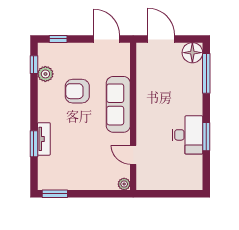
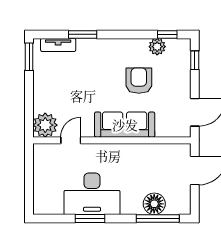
floor lamp: (192, 53) -> (154, 204), moved
desk: (188, 135) -> (92, 194), width x1.36, depth x1.30
tv unit: (44, 139) -> (58, 45), moved
plant: (124, 184) -> (45, 125), width x1.88, depth x1.88

